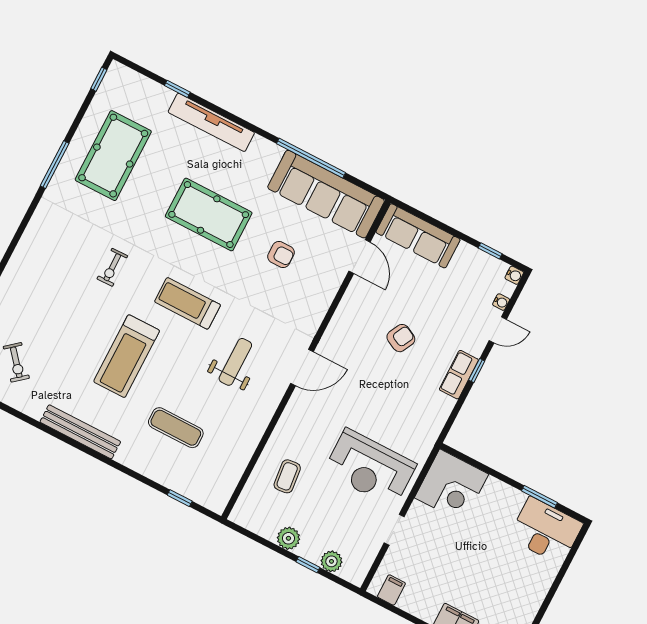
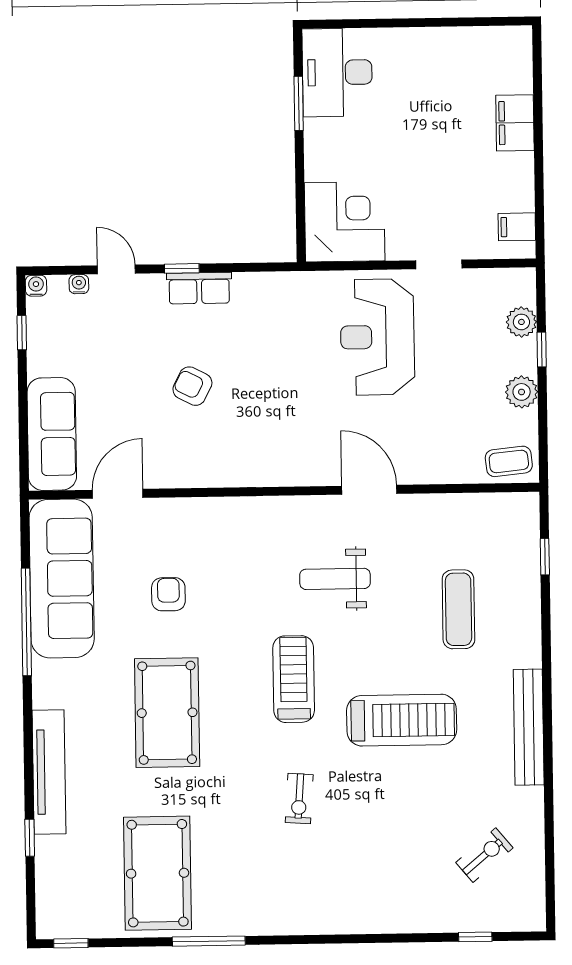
pool table: (113, 156) -> (158, 873), turned 90
exercise bike: (112, 267) -> (299, 799), turned 95
treadmill: (188, 303) -> (294, 679), turned 180
door: (302, 368) -> (369, 490), moved
reception desk: (370, 468) -> (377, 337), turned 180
coffee table: (287, 476) -> (509, 461), moved

